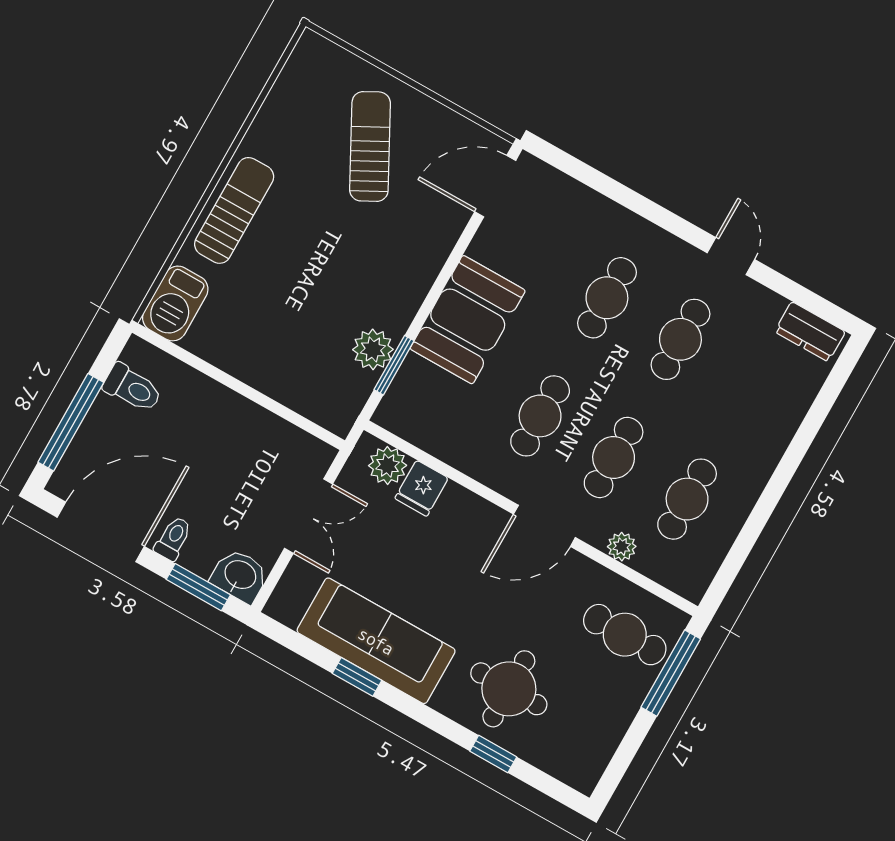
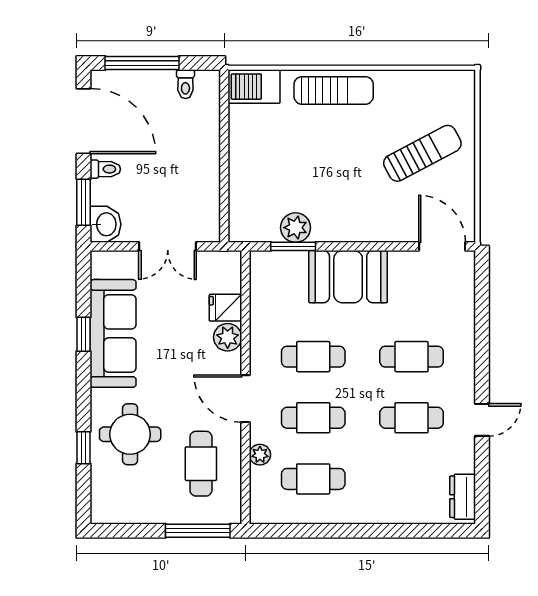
toilet: (133, 388) -> (185, 84), width x0.73, depth x0.72
plant: (388, 465) -> (228, 337), moved
cafe table: (625, 635) -> (201, 464), moved

